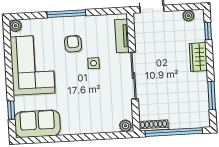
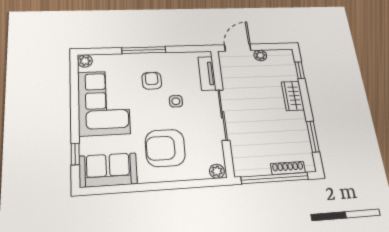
plant: (188, 16) -> (260, 55), moved
armchair: (83, 105) -> (165, 148), added
shoe rack: (154, 125) -> (288, 168), moved

